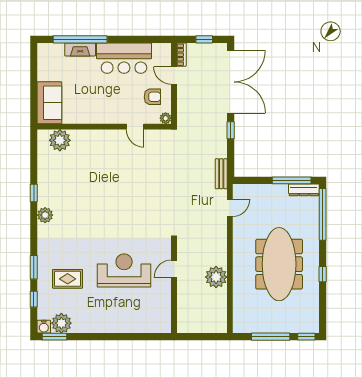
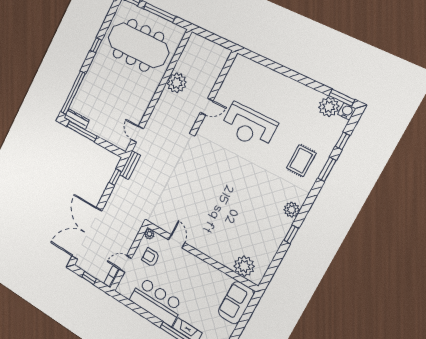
door: (174, 76) -> (126, 264), swing flipped
window: (231, 130) -> (115, 177), moved
door: (230, 208) -> (137, 134), hinge flipped
meeting table: (279, 264) -> (138, 45), moved, turned 90
rug: (68, 279) -> (301, 161), moved, turned 90

